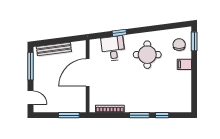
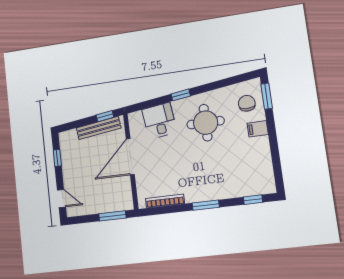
window: (119, 33) -> (181, 95), moved
window: (72, 39) -> (105, 116), added
bench: (54, 49) -> (99, 128), moved
window: (30, 66) -> (57, 158), width x0.46
window: (162, 115) -> (253, 200), moved

